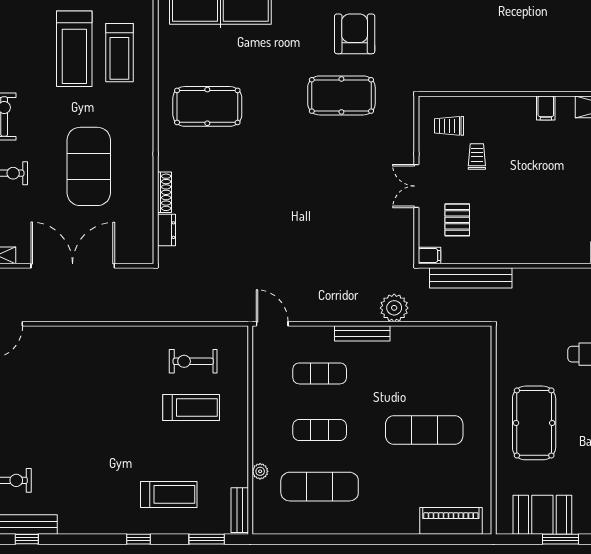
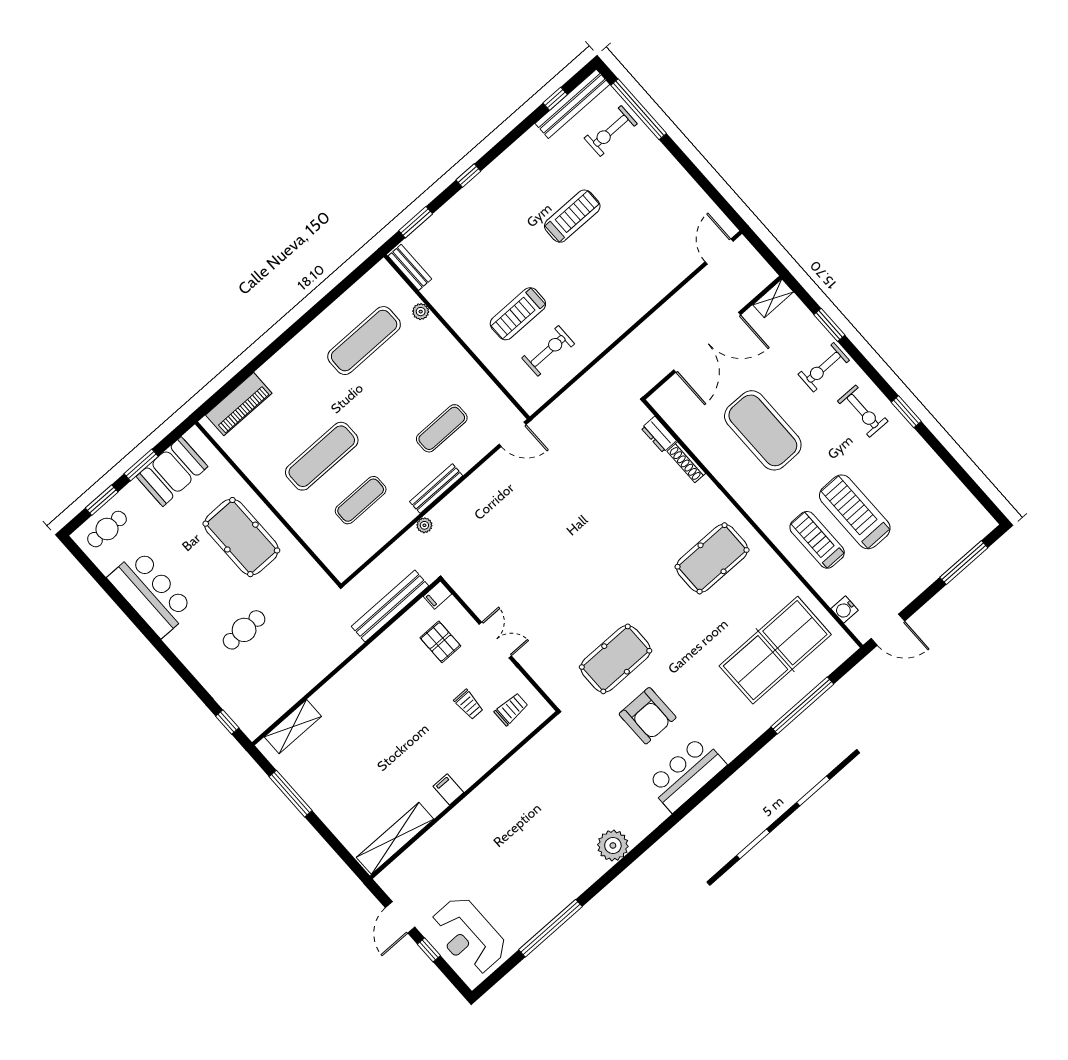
plant: (394, 308) -> (424, 525), width x0.53, depth x0.53
exercise mat: (320, 430) -> (361, 500), moved
treadmill: (169, 494) -> (572, 216), moved, turned 180

